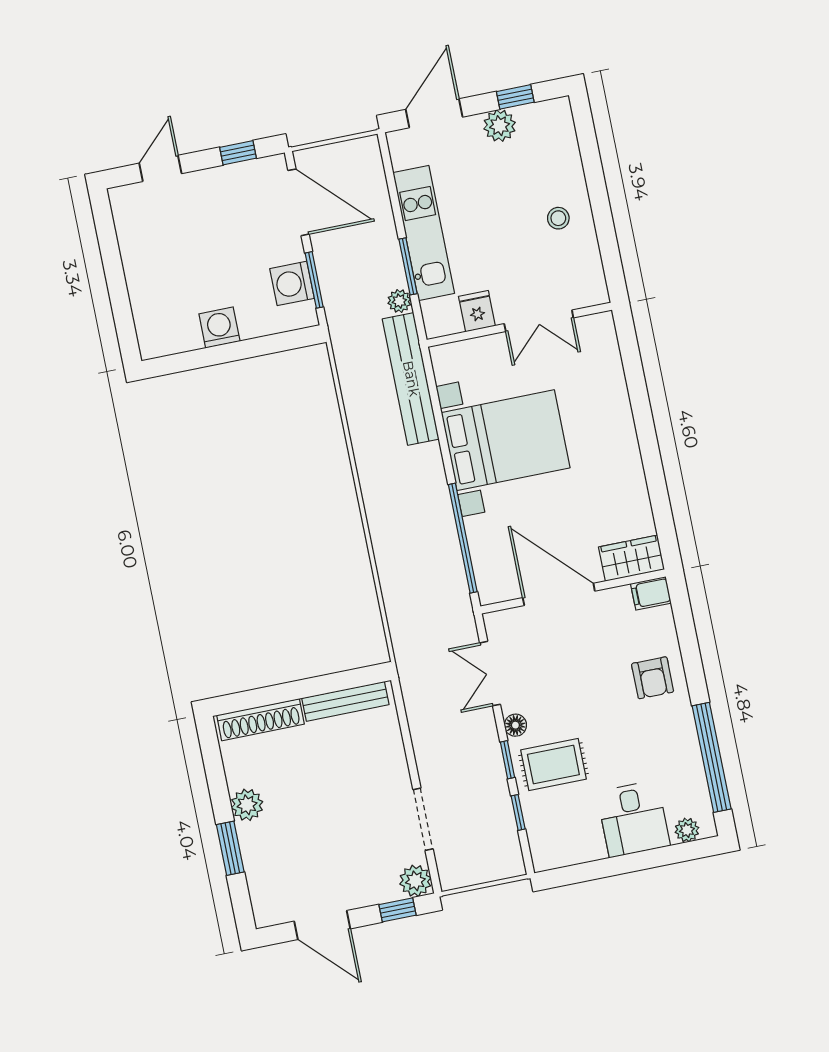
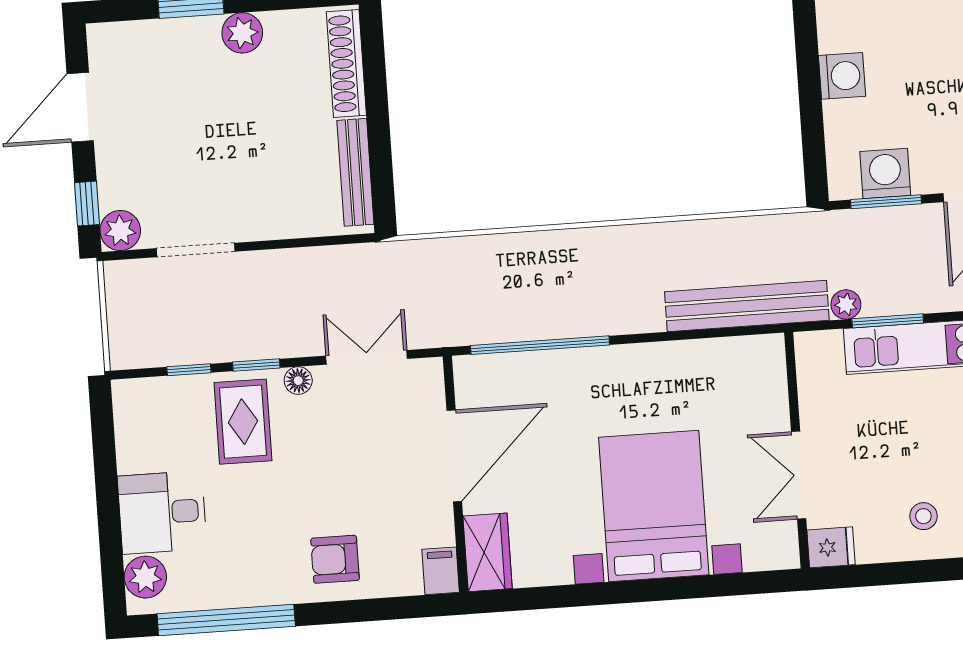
fridge: (477, 311) -> (831, 547), moved
bed with nightstands: (506, 440) -> (654, 506), moved, turned 180
plant: (687, 830) -> (145, 577), width x1.38, depth x1.38

